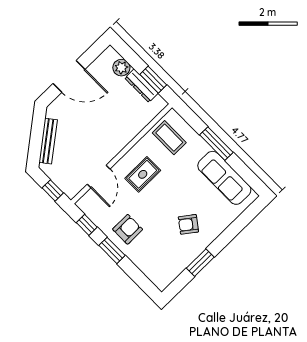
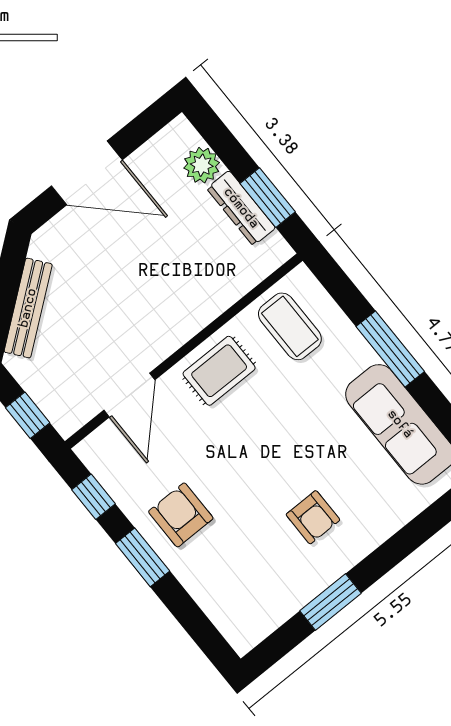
rug: (143, 174) -> (219, 371), moved
armchair: (188, 224) -> (313, 517), turned -127
armchair: (128, 229) -> (181, 515), turned -90

